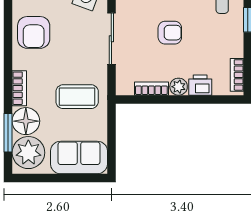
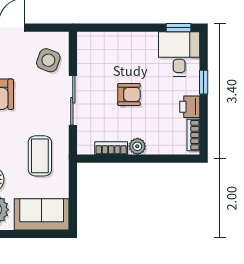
printer: (200, 85) -> (190, 107), moved, turned -90
coffee table: (77, 97) -> (40, 156), turned 90

